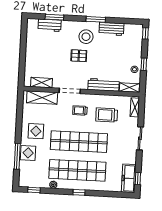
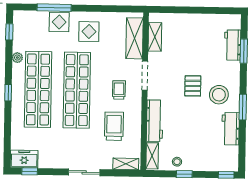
freezer: (129, 178) -> (24, 159), width x0.71

